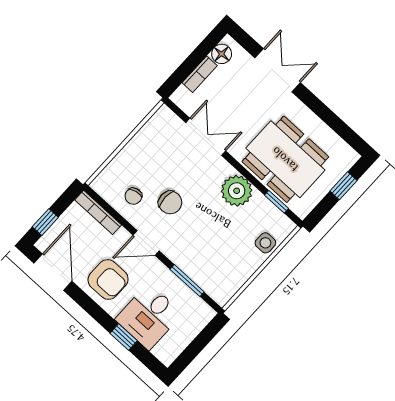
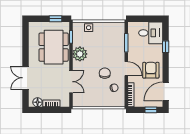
double door: (206, 137) -> (71, 82), swing flipped
window: (344, 186) -> (55, 19), moved
desk: (149, 316) -> (151, 33), moved

